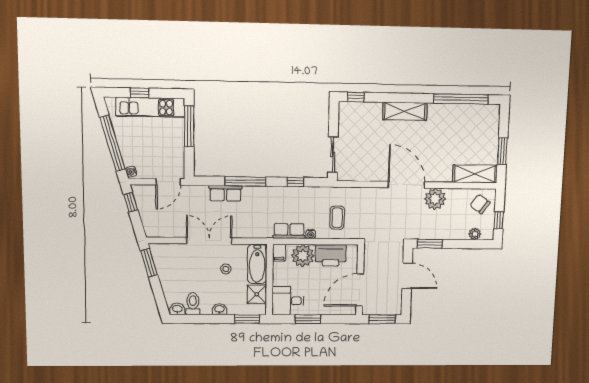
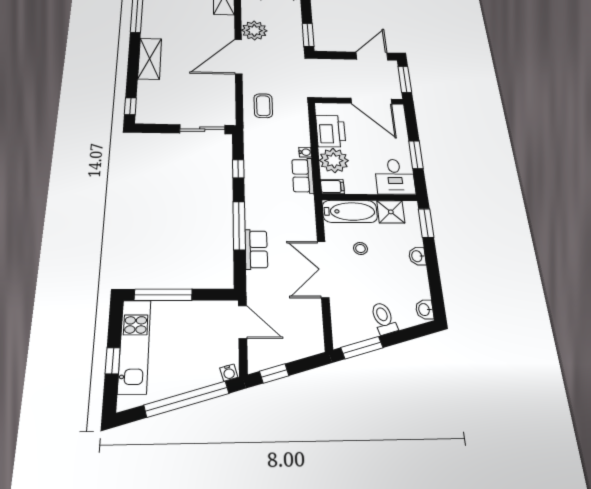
coffee table: (337, 218) -> (263, 106), moved, turned 90
door: (407, 276) -> (372, 56), moved
toilet: (193, 304) -> (384, 318), moved, turned 74

